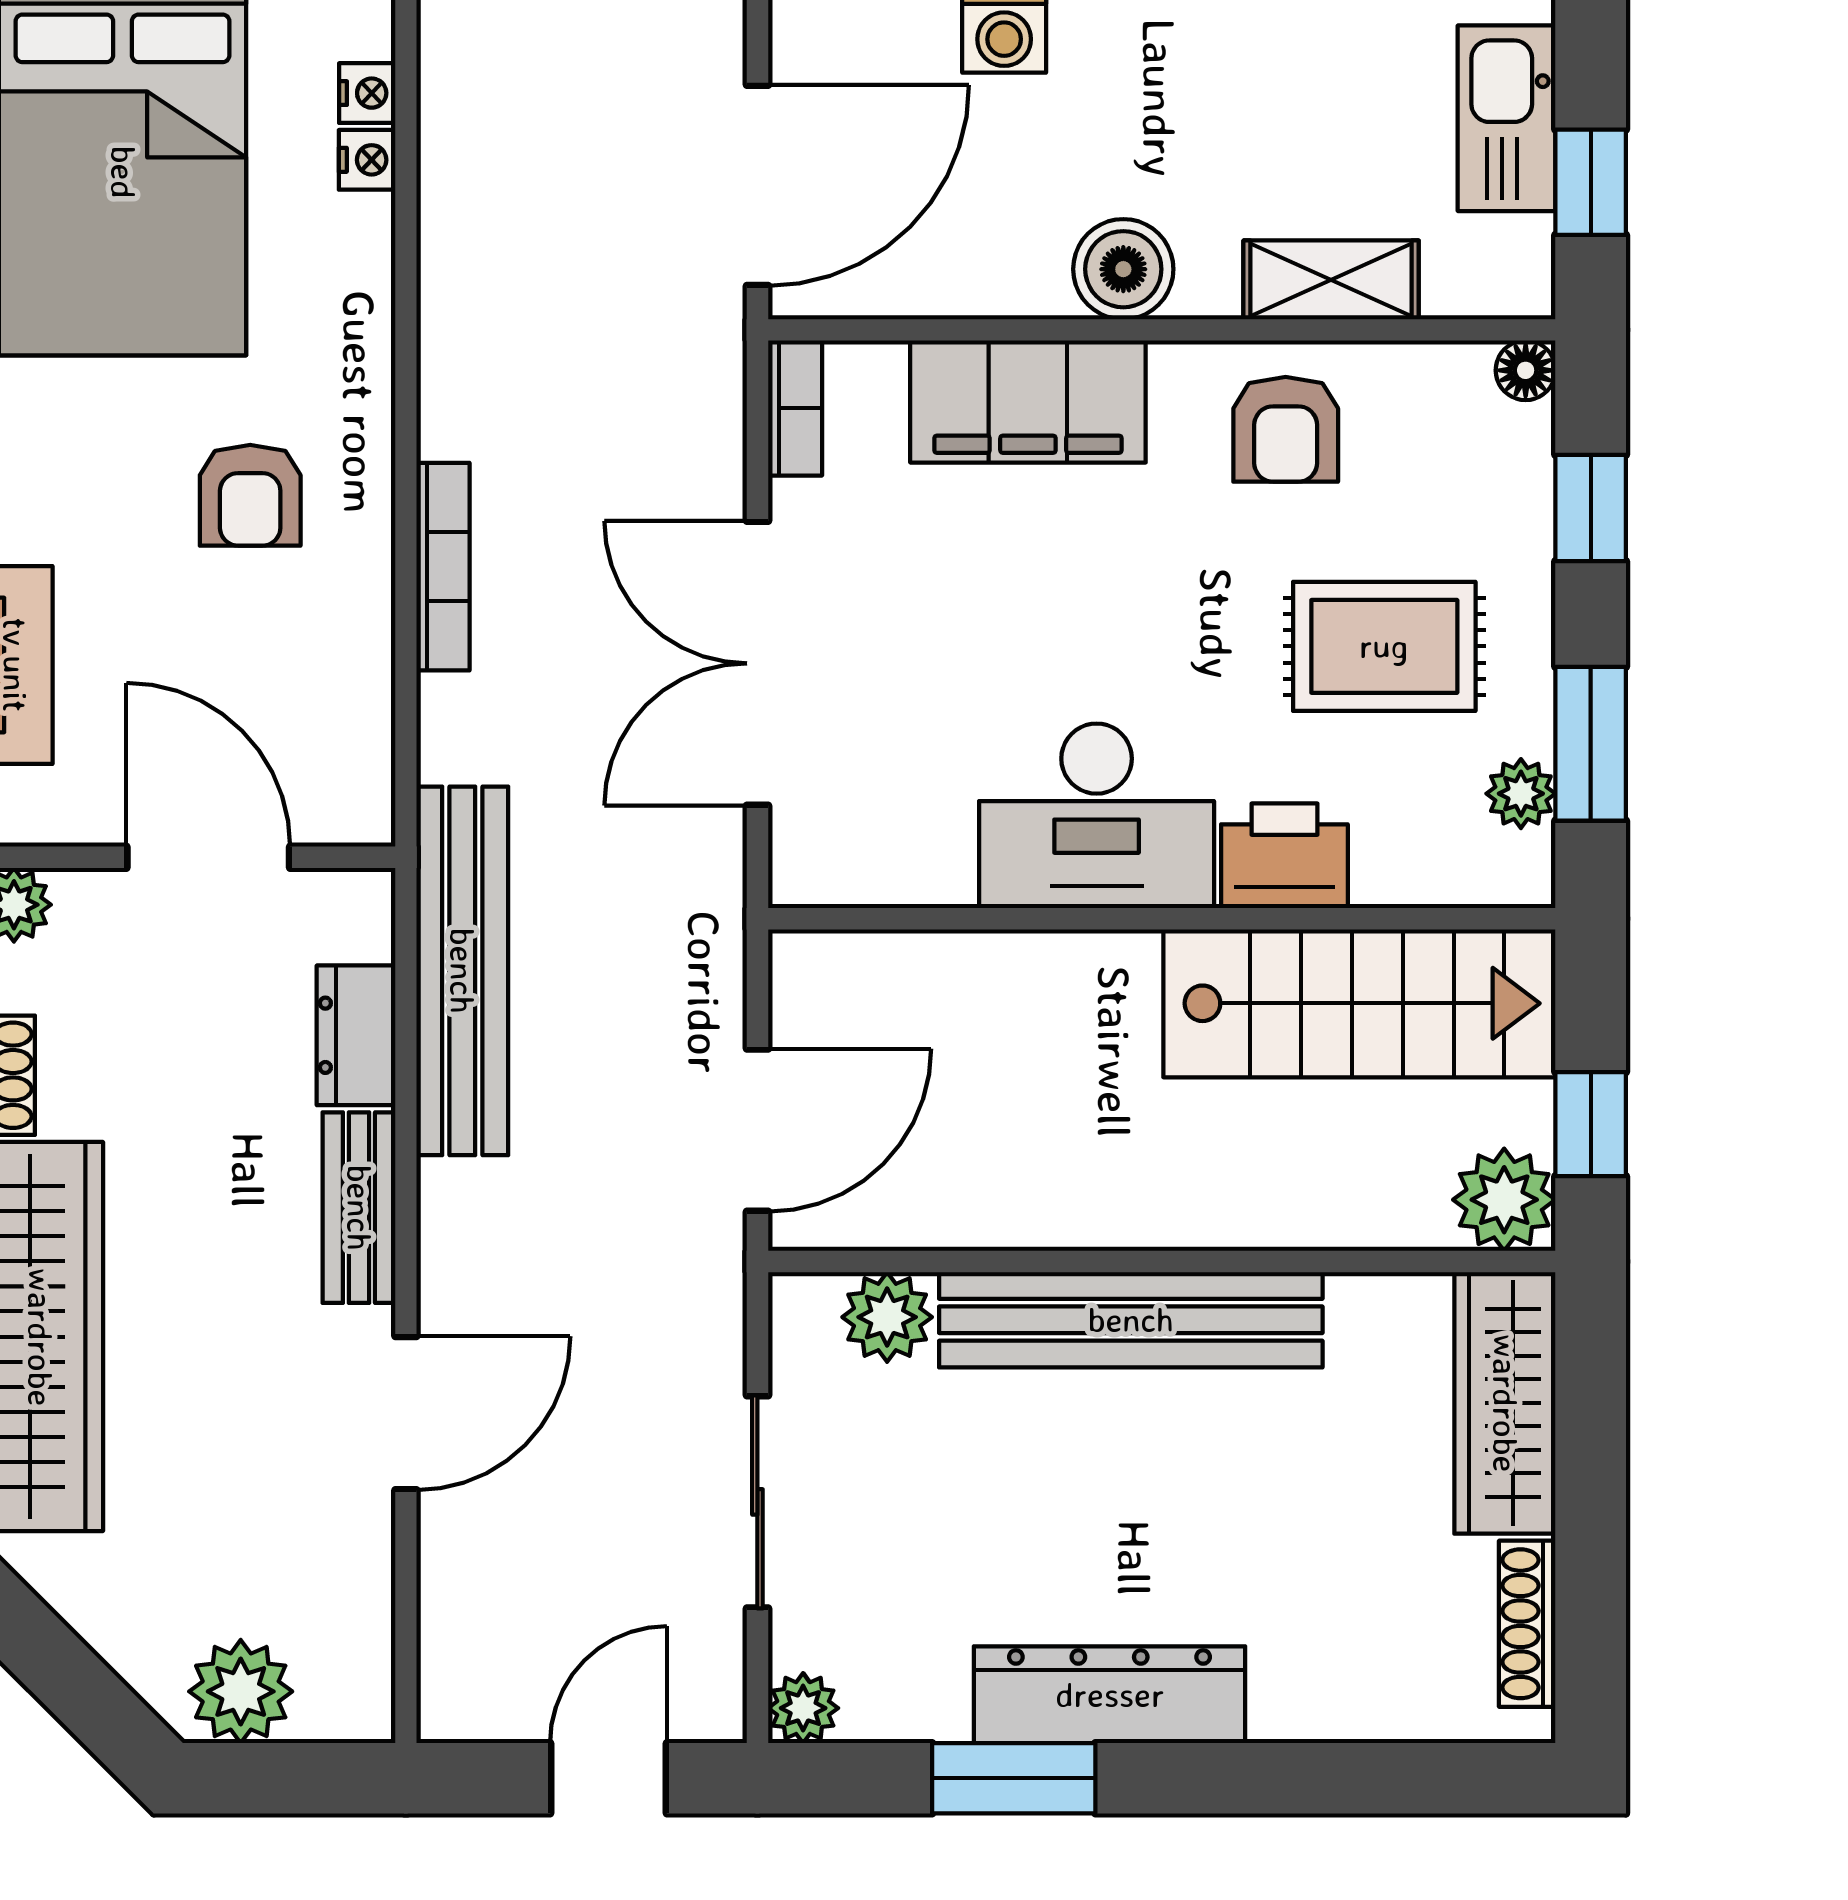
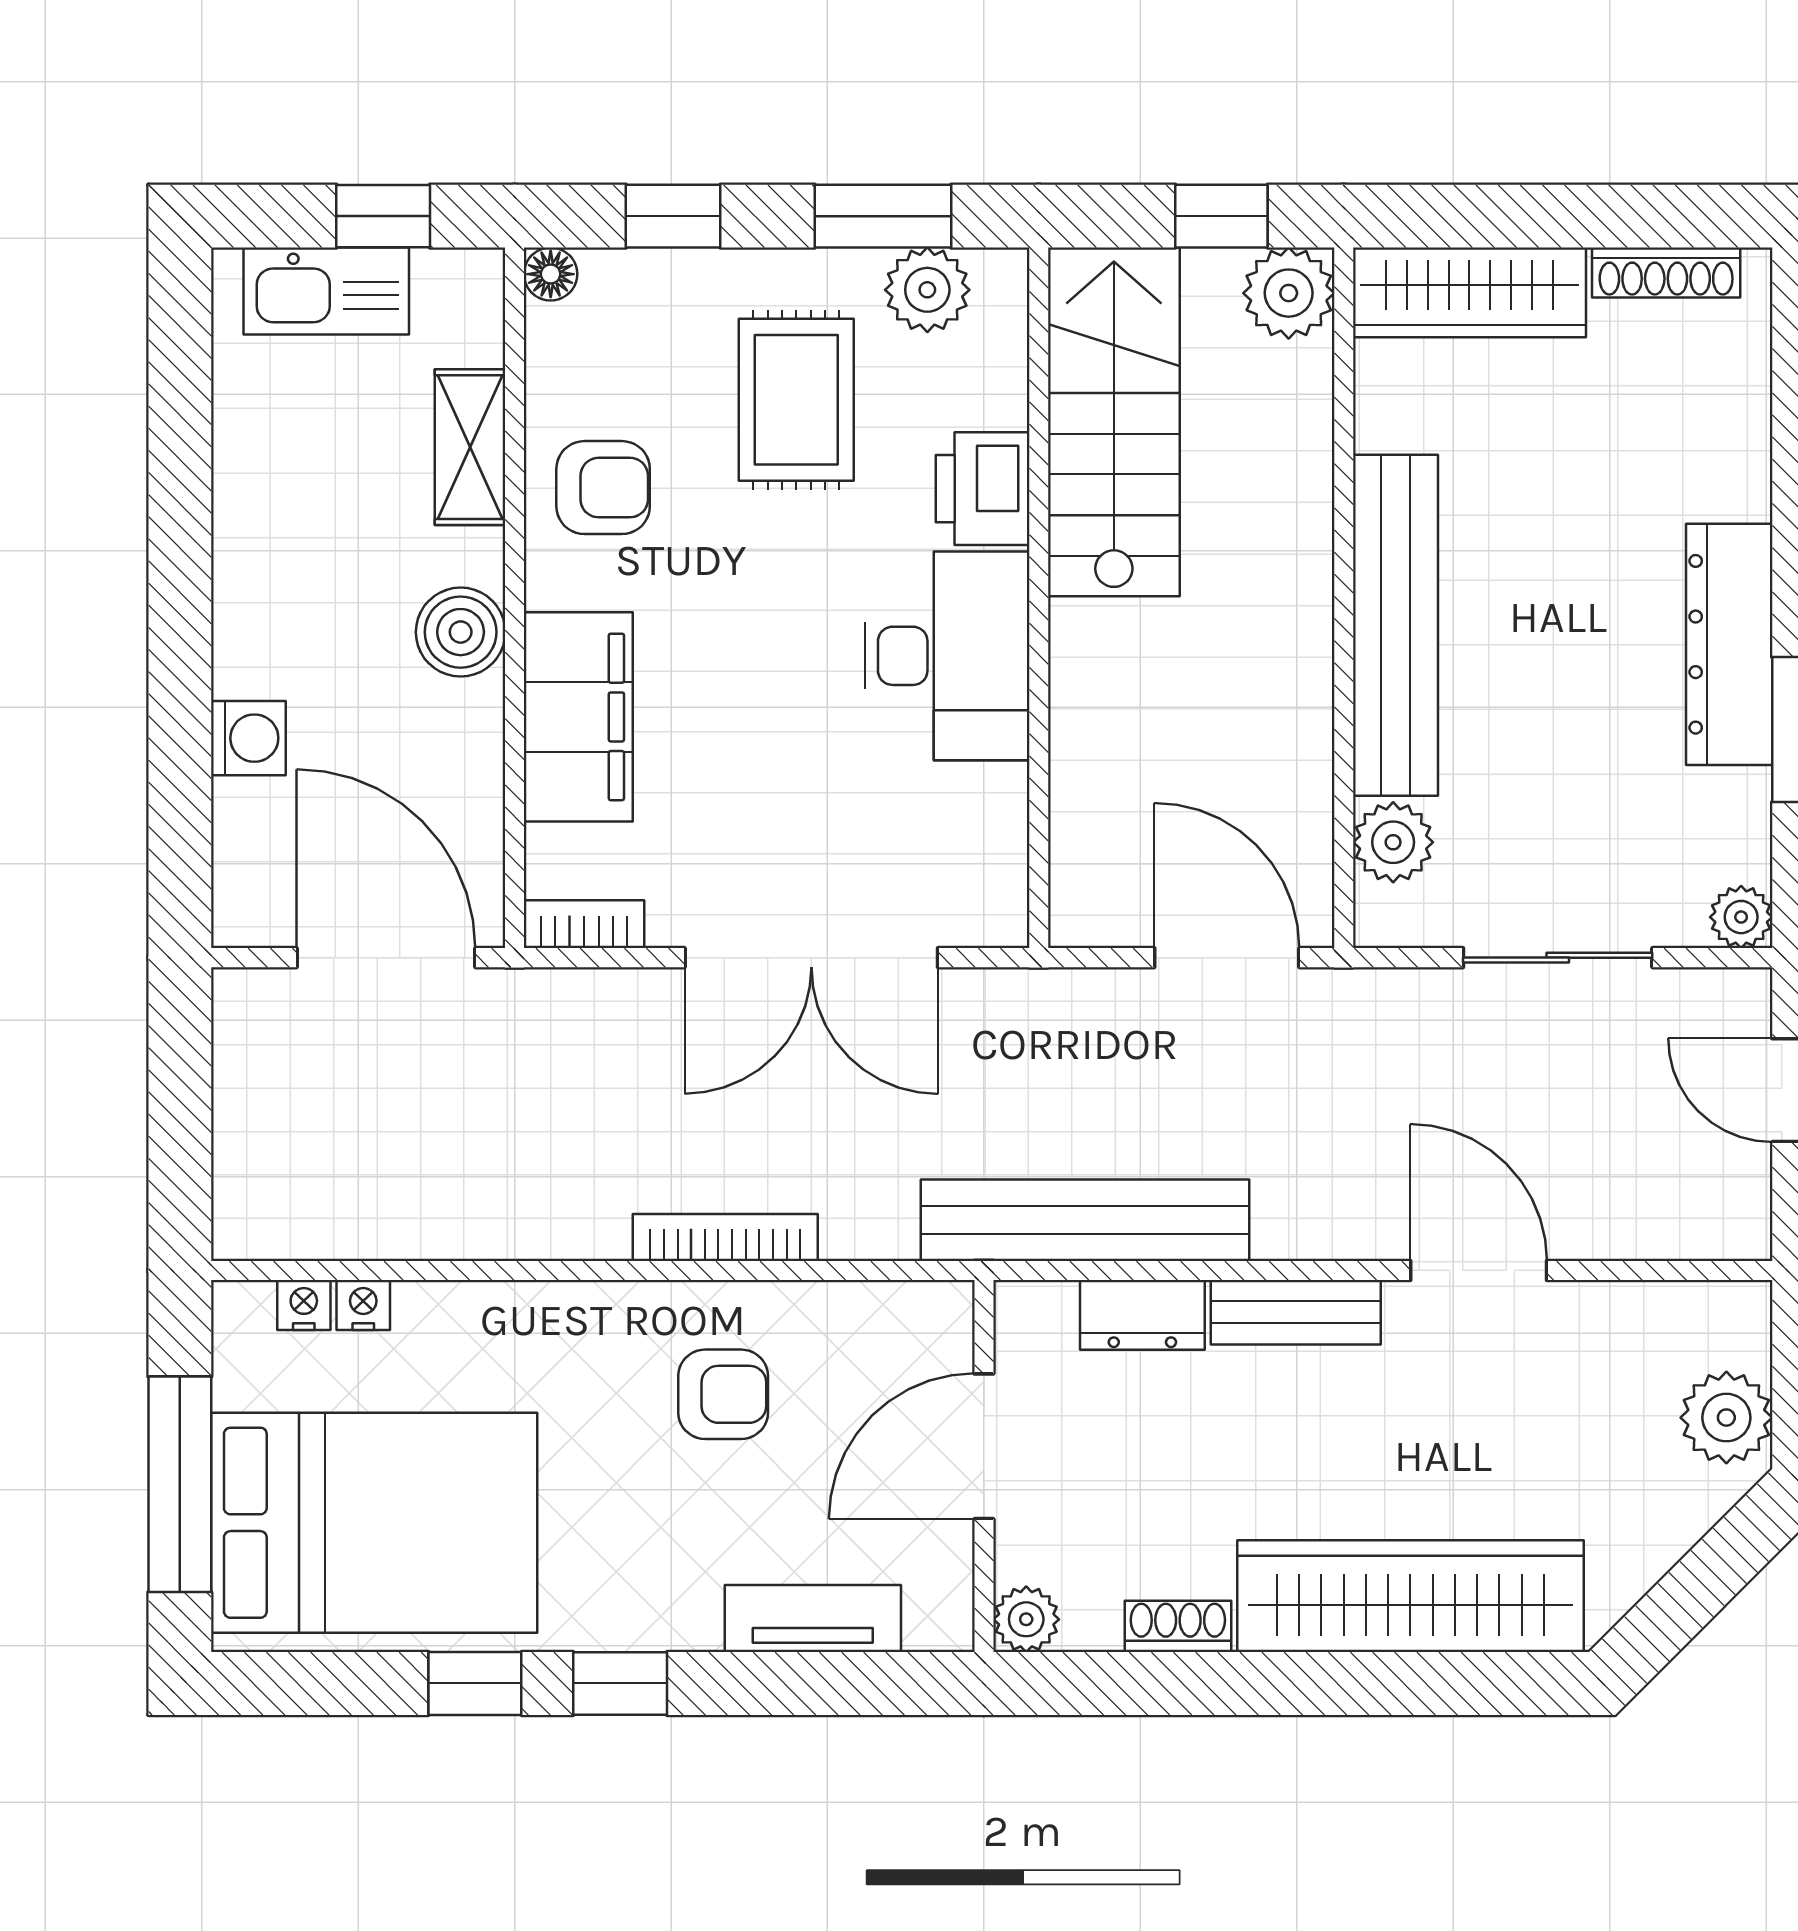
armchair: (250, 495) -> (723, 1394), moved
plant: (1521, 794) -> (927, 290), width x1.38, depth x1.38

